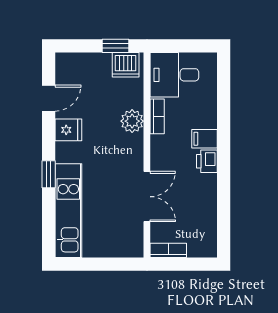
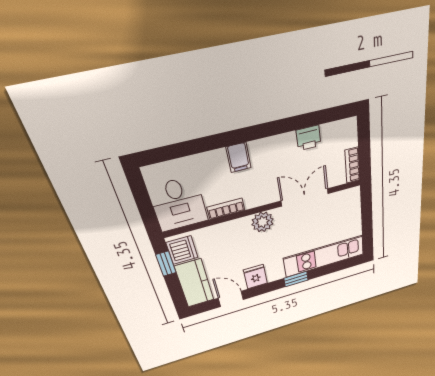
kitchen counter: (83, 66) -> (194, 283), added
plant: (132, 121) -> (263, 222), moved
printer: (207, 161) -> (309, 138), moved

